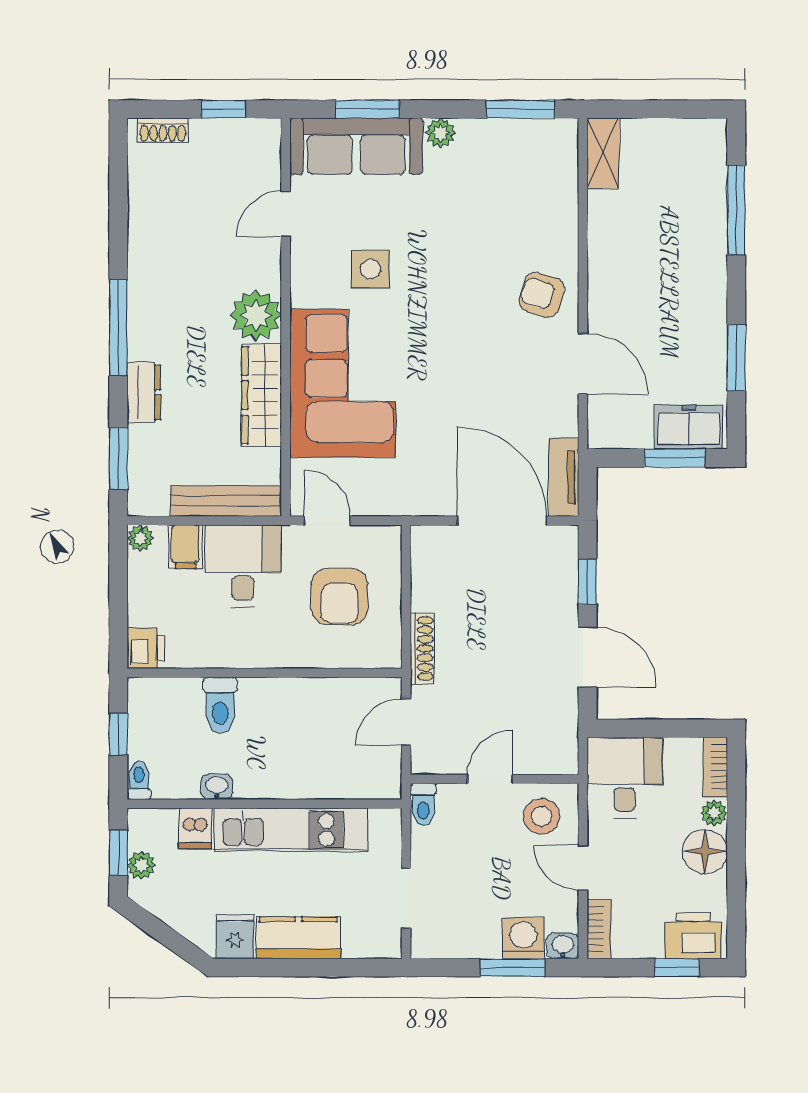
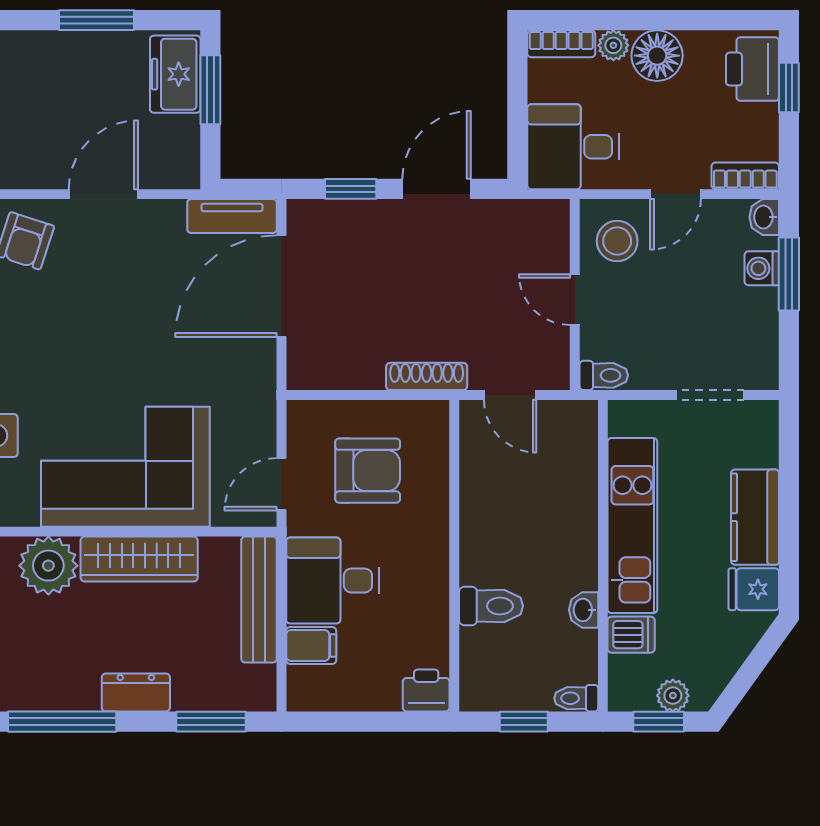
plant: (140, 538) -> (301, 697), removed
washing machine: (523, 938) -> (762, 268), width x0.73, depth x0.73

